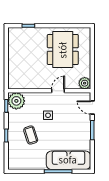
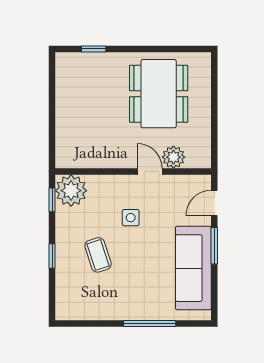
plant: (85, 83) -> (173, 157), moved
door: (58, 91) -> (150, 172), hinge flipped
door: (92, 107) -> (214, 203), hinge flipped
sofa: (68, 160) -> (193, 268), moved, turned -90

